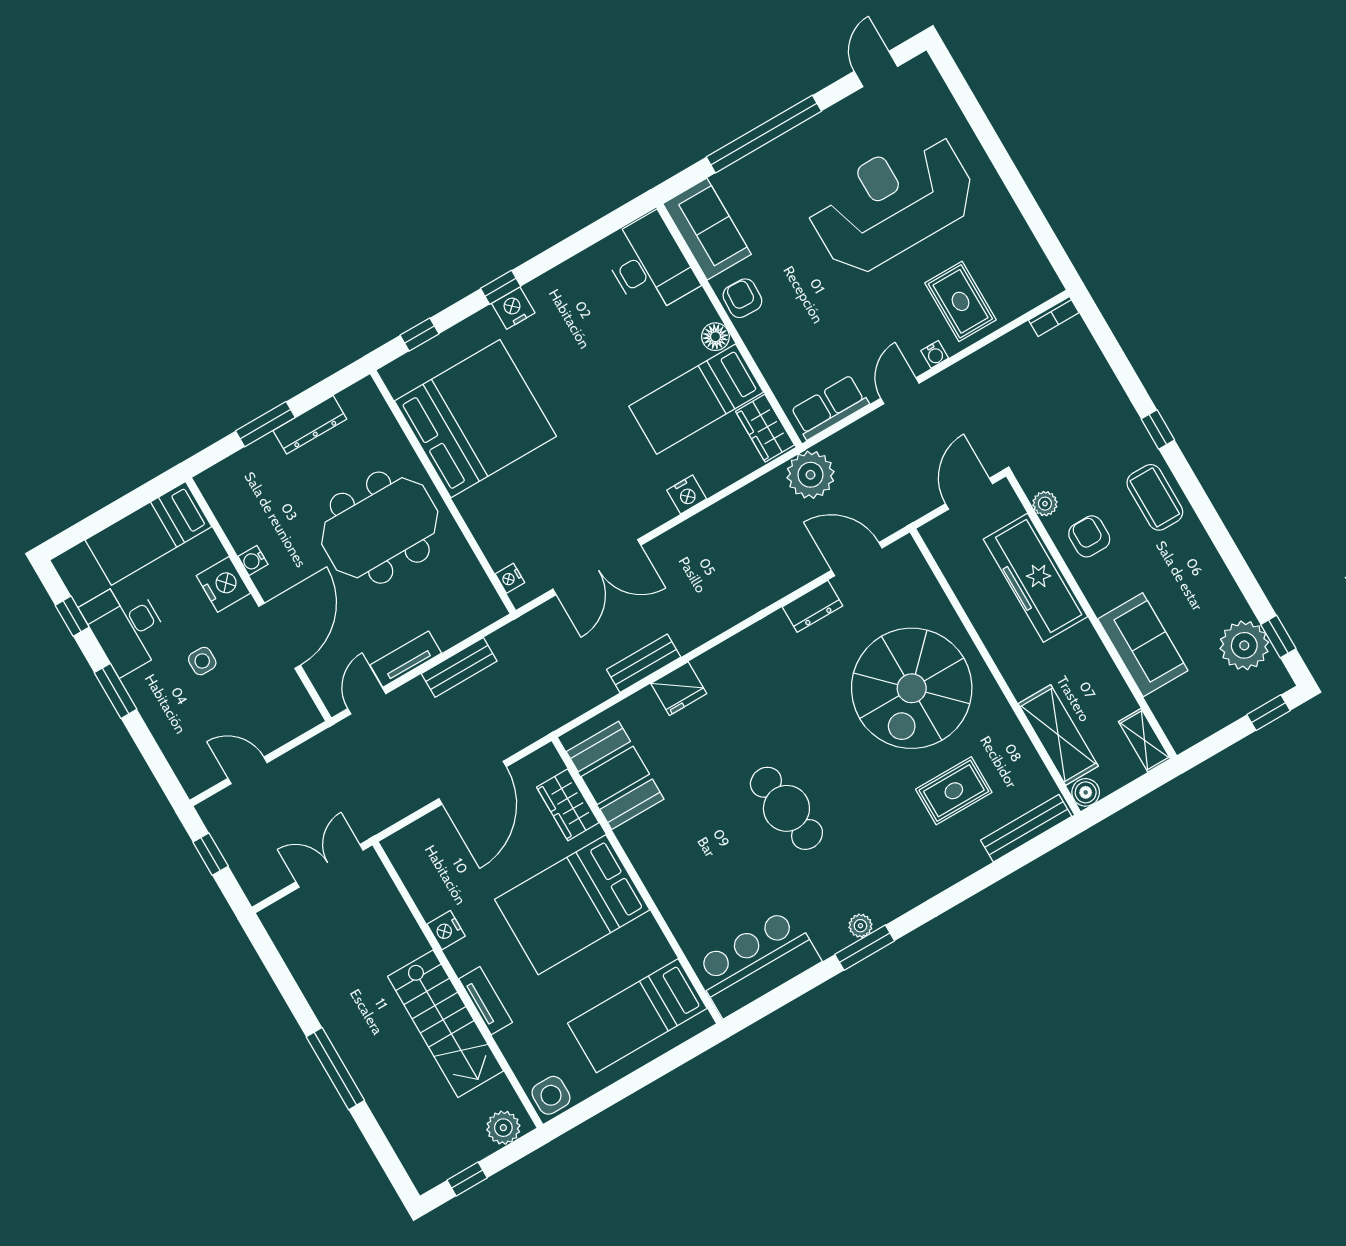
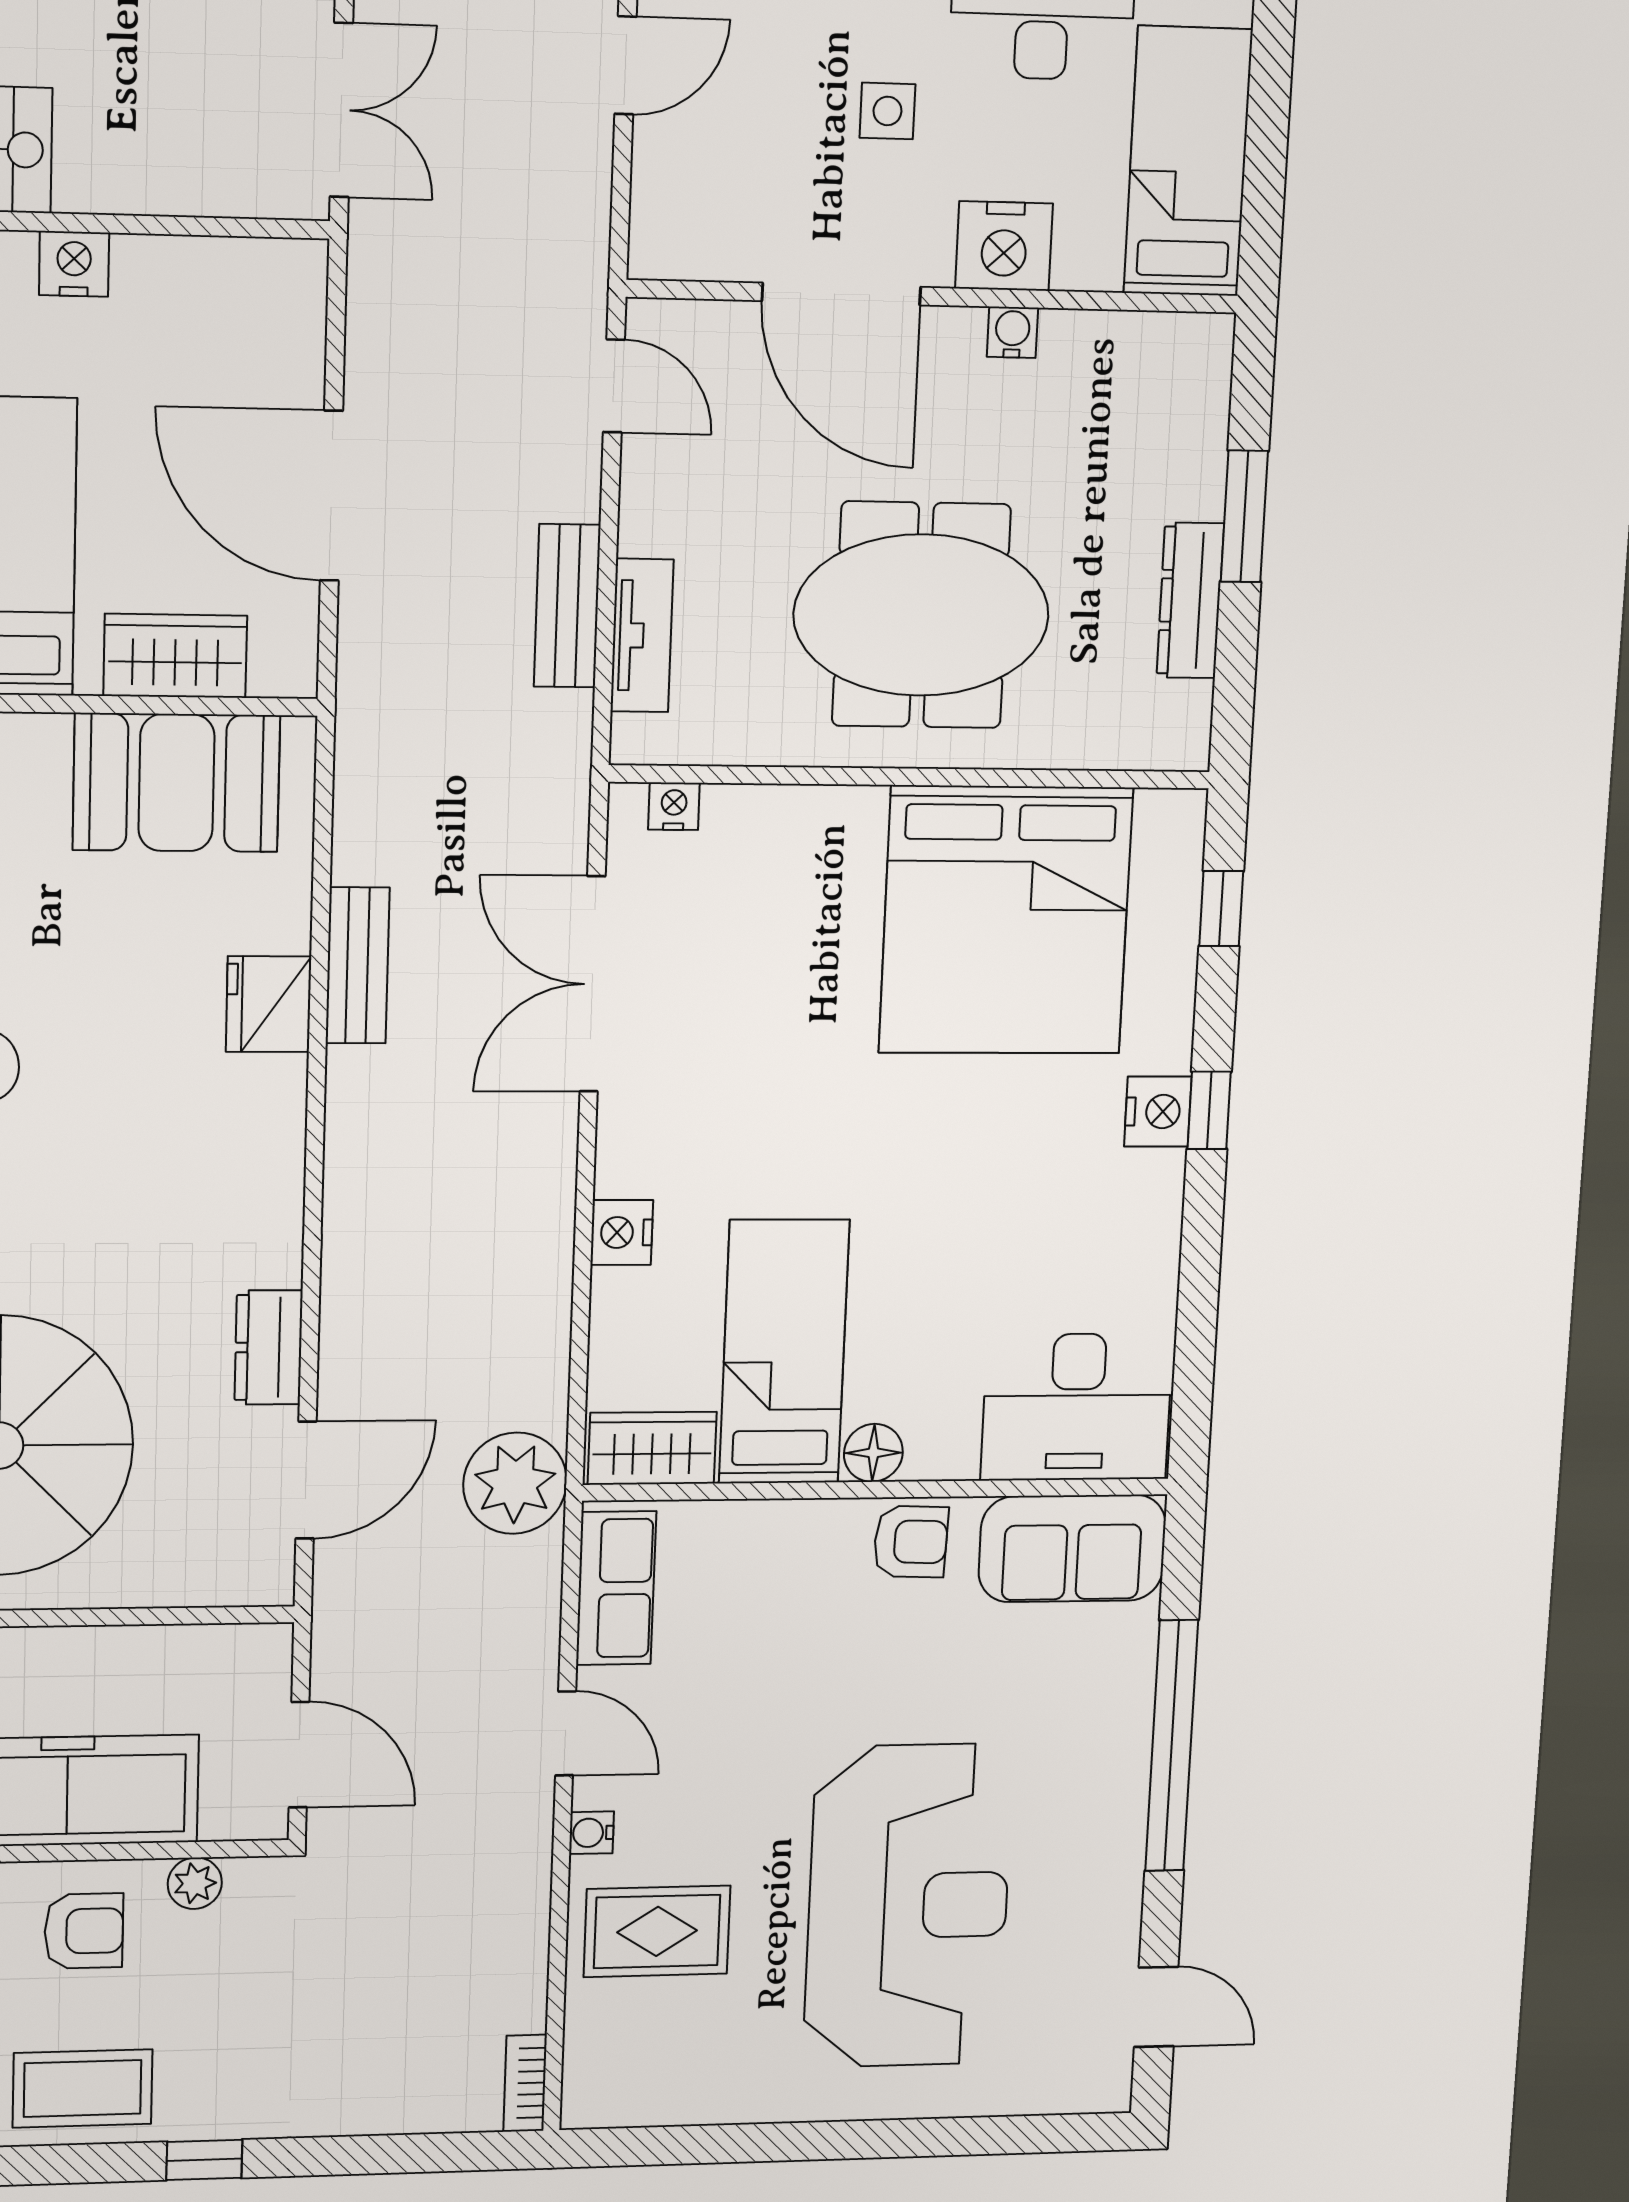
meeting table: (380, 528) -> (921, 615), turned 90
tv unit: (406, 659) -> (642, 635), moved

